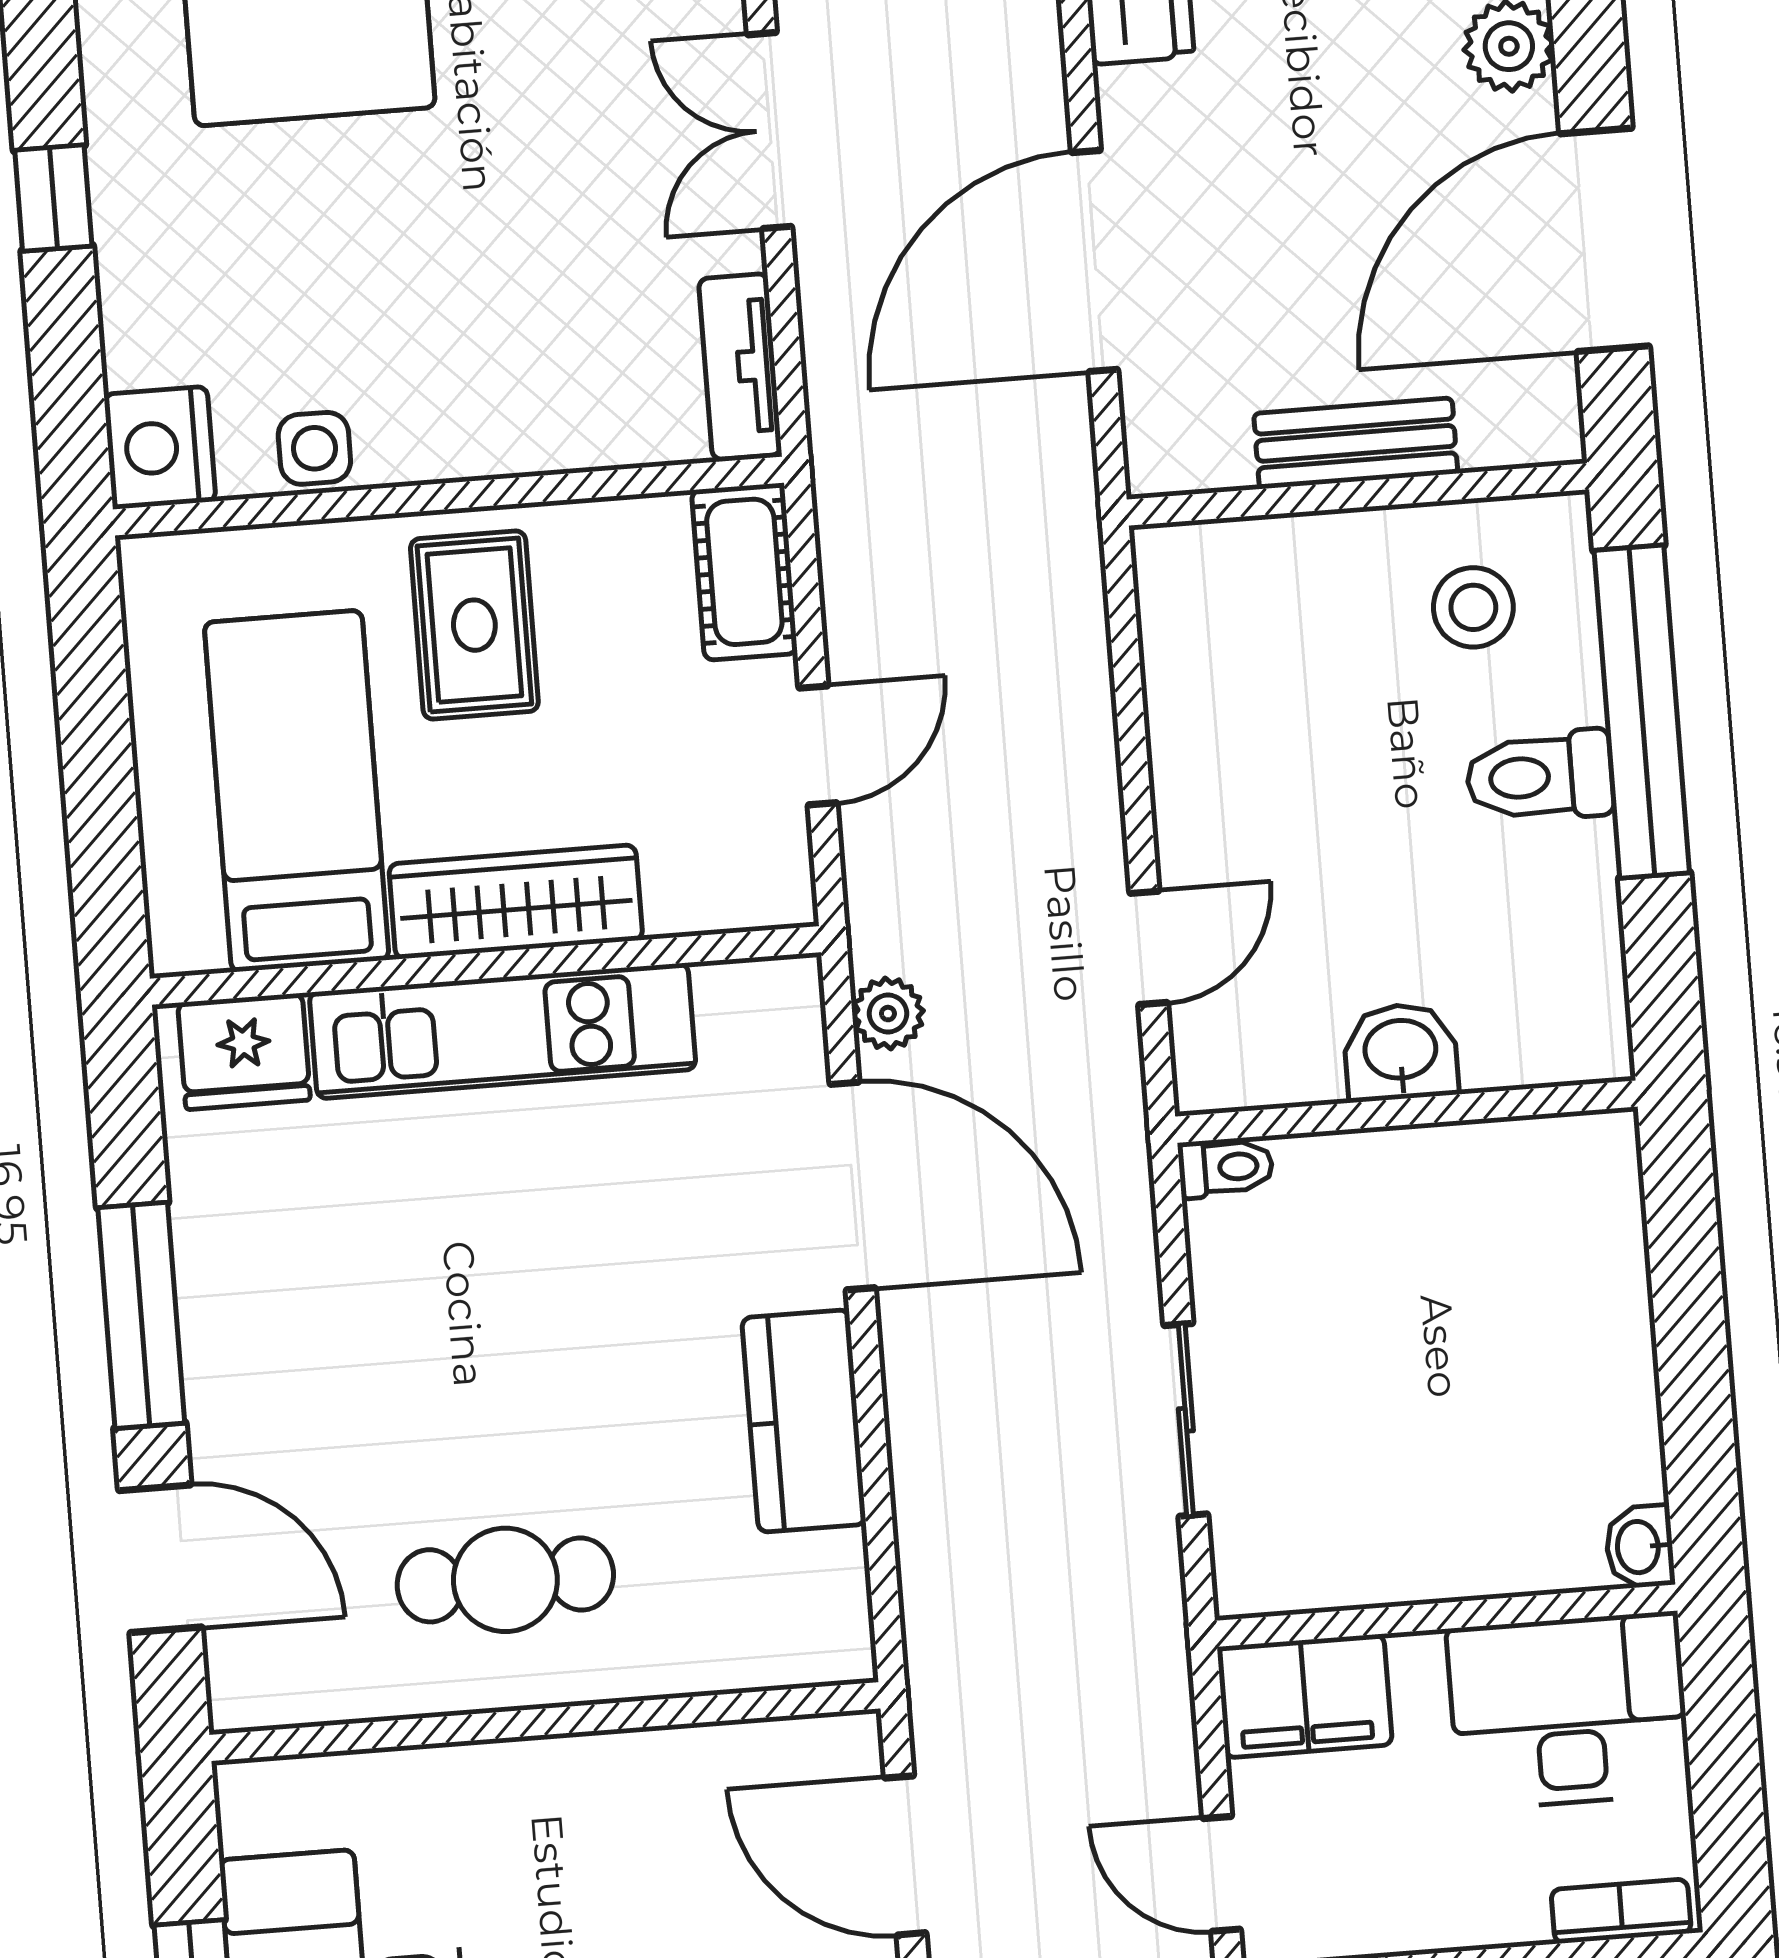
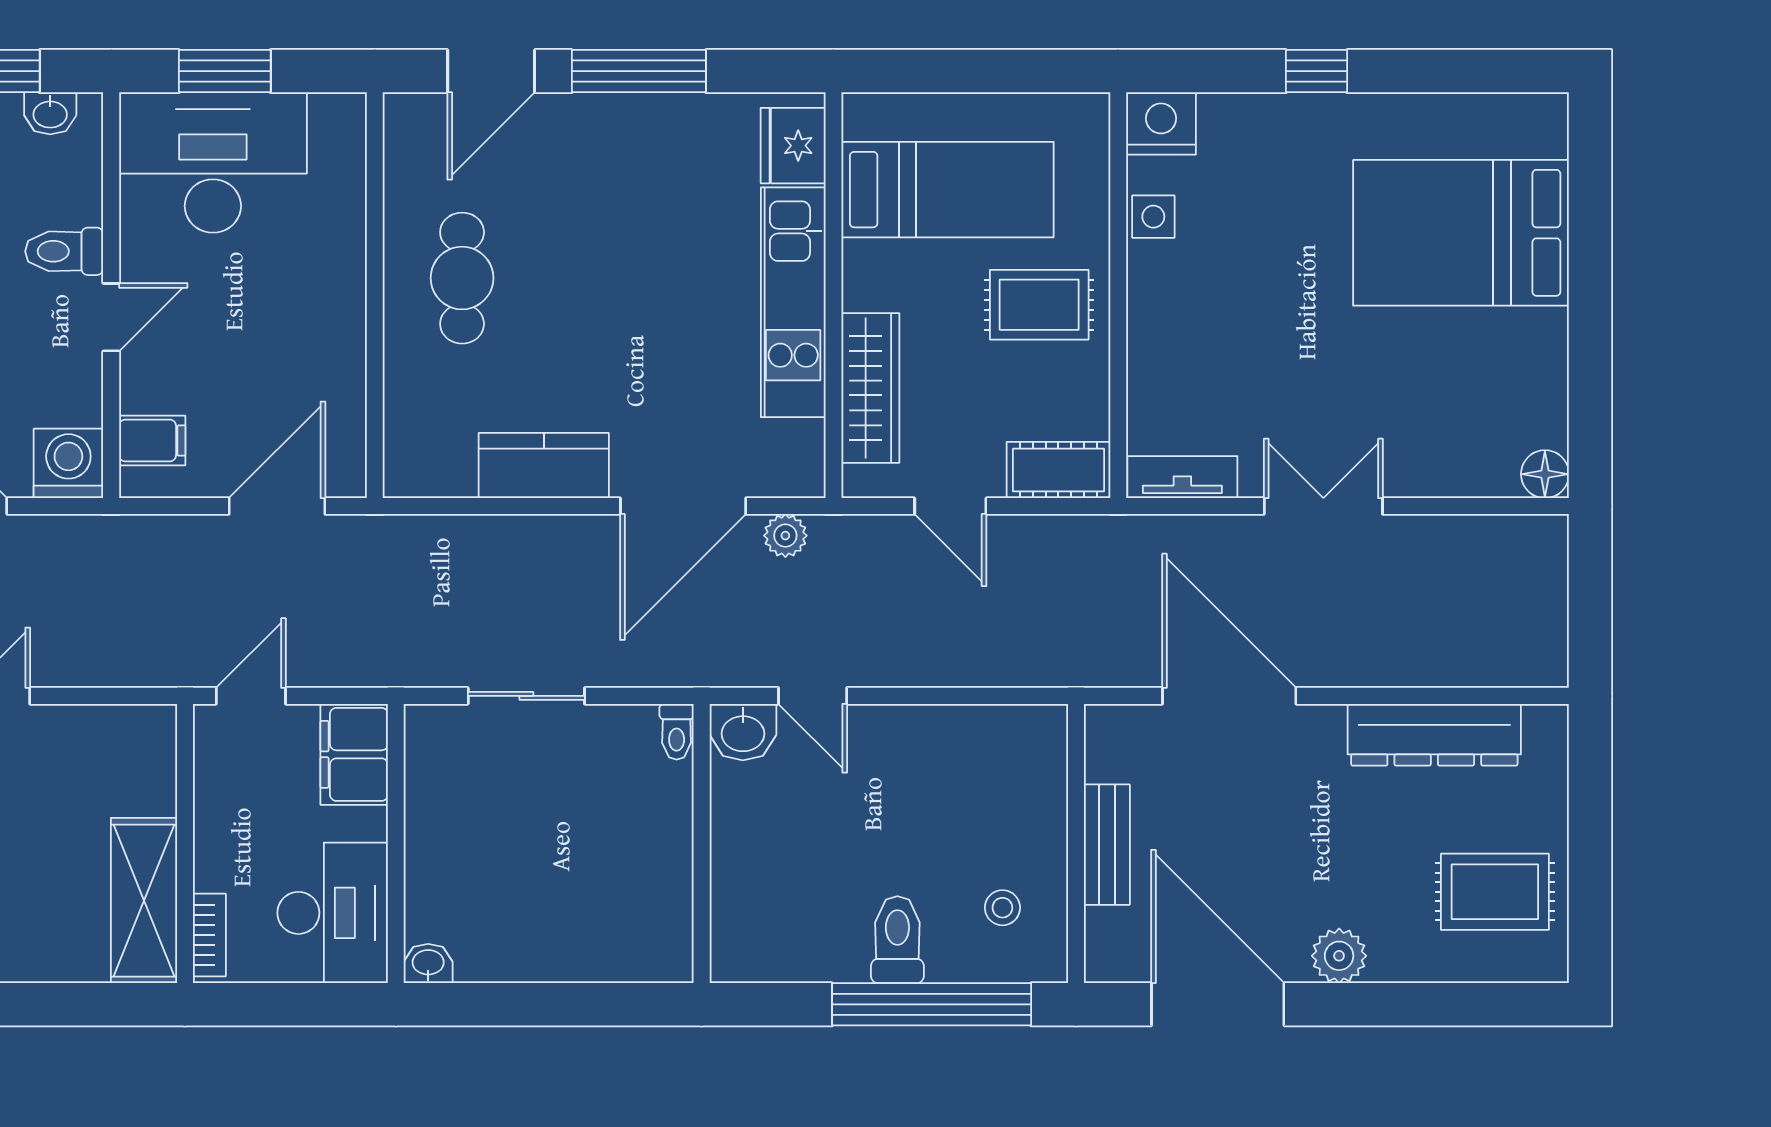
stool: (1473, 607) -> (1002, 908), width x0.73, depth x0.73
wardrobe: (516, 902) -> (870, 388), moved
washbasin: (1401, 1052) -> (743, 732), moved, turned 90

